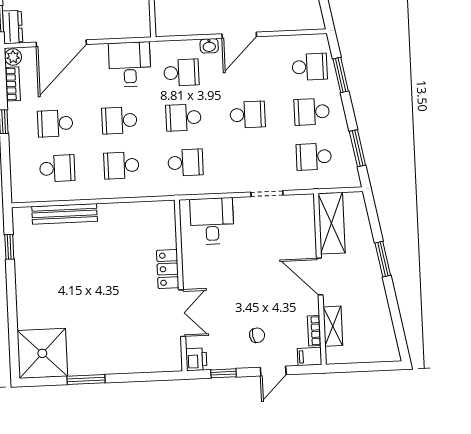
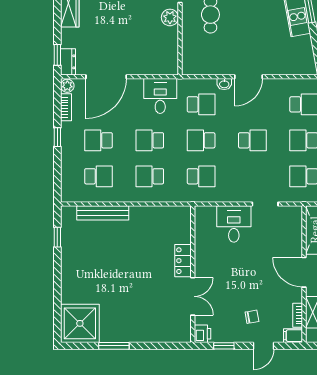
desk: (212, 221) -> (234, 224), moved

